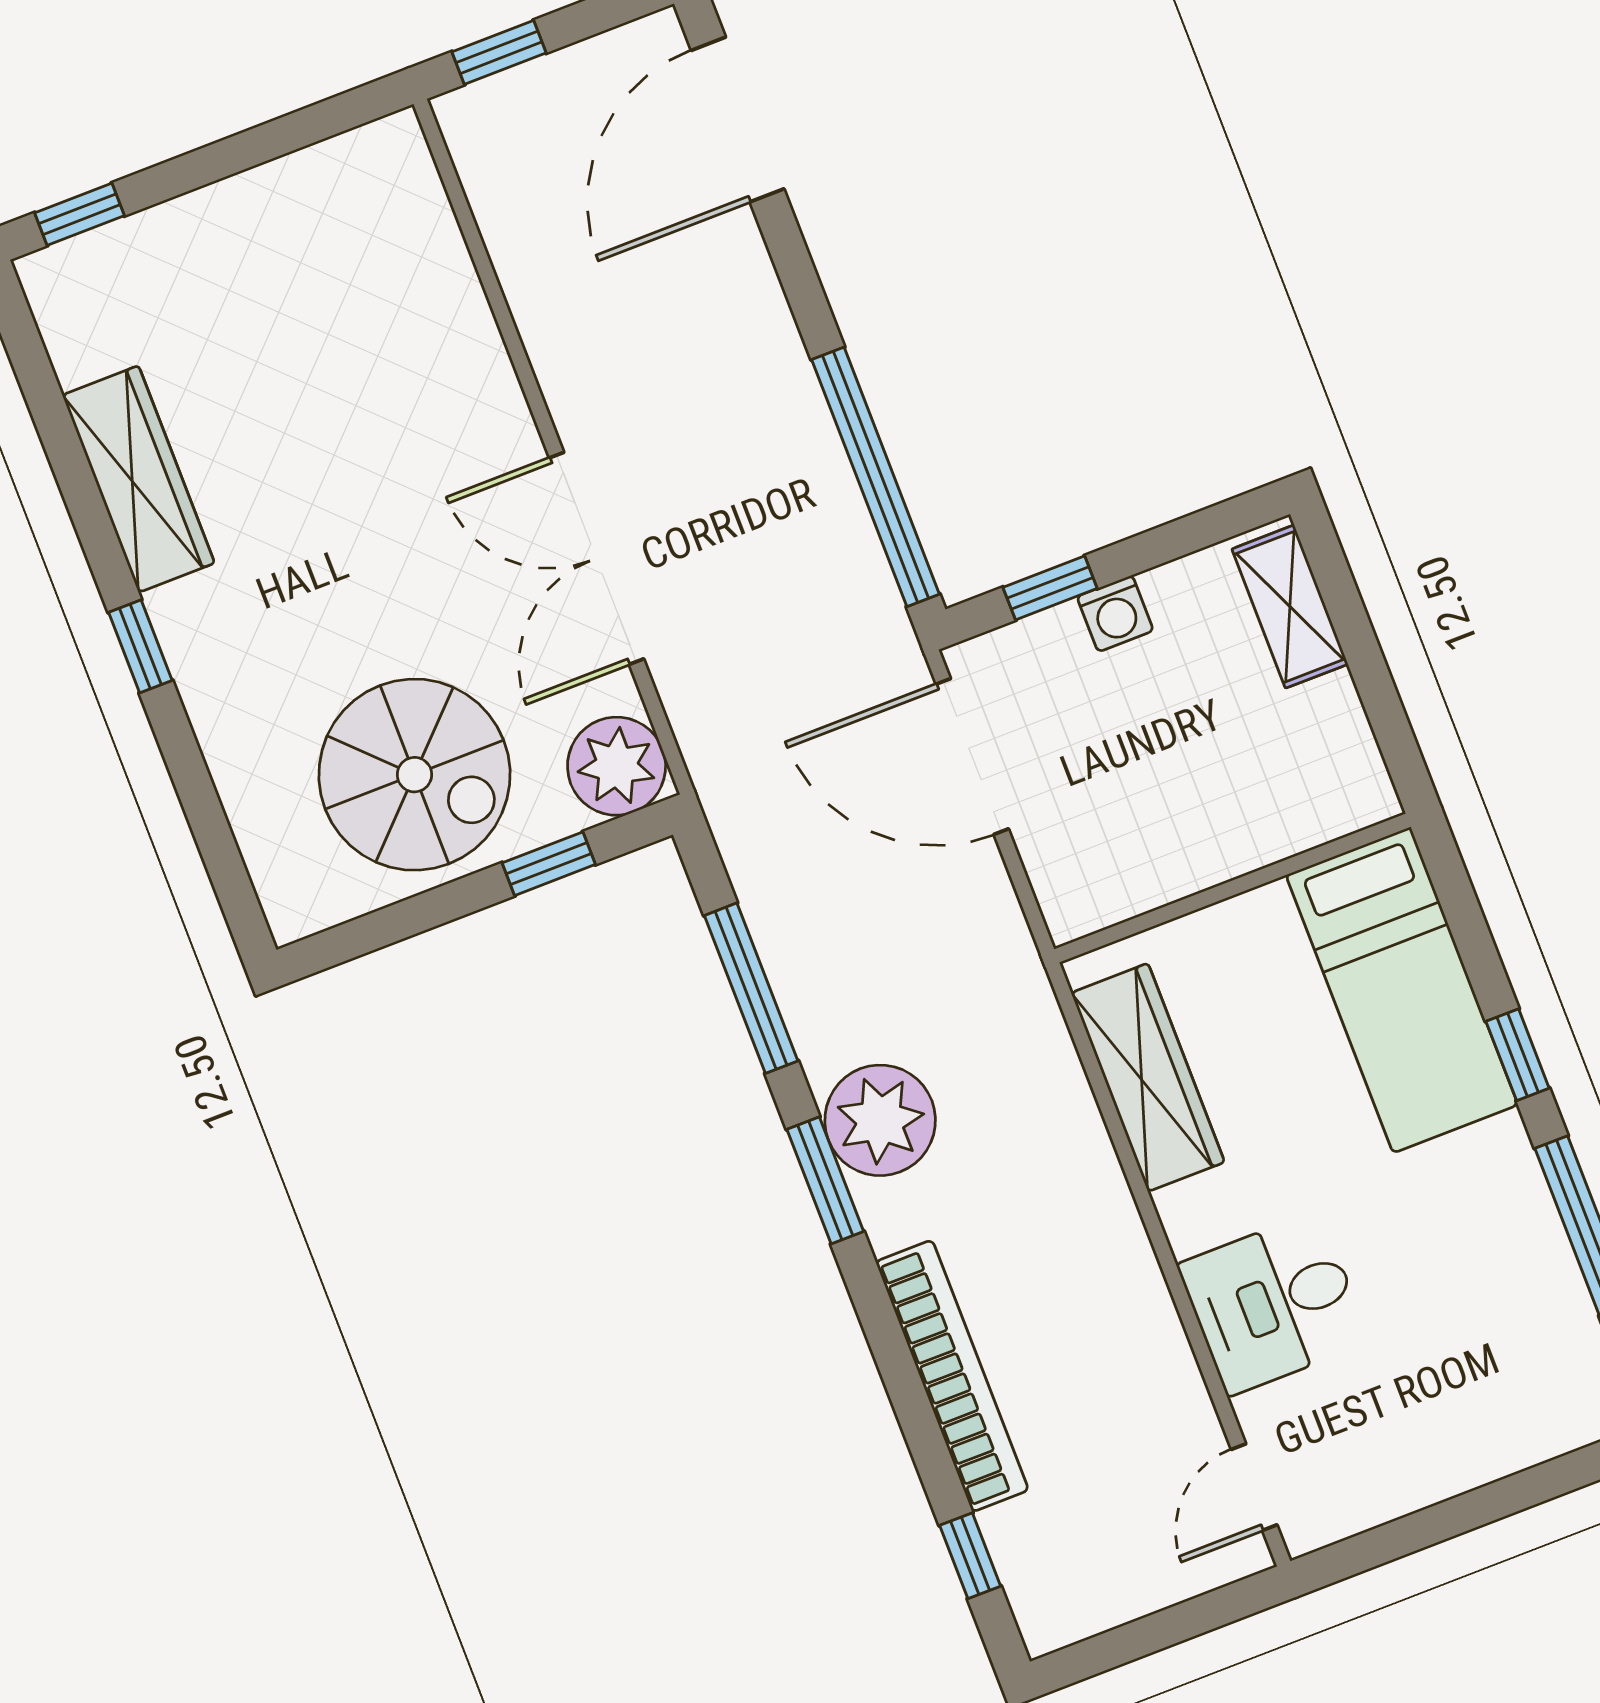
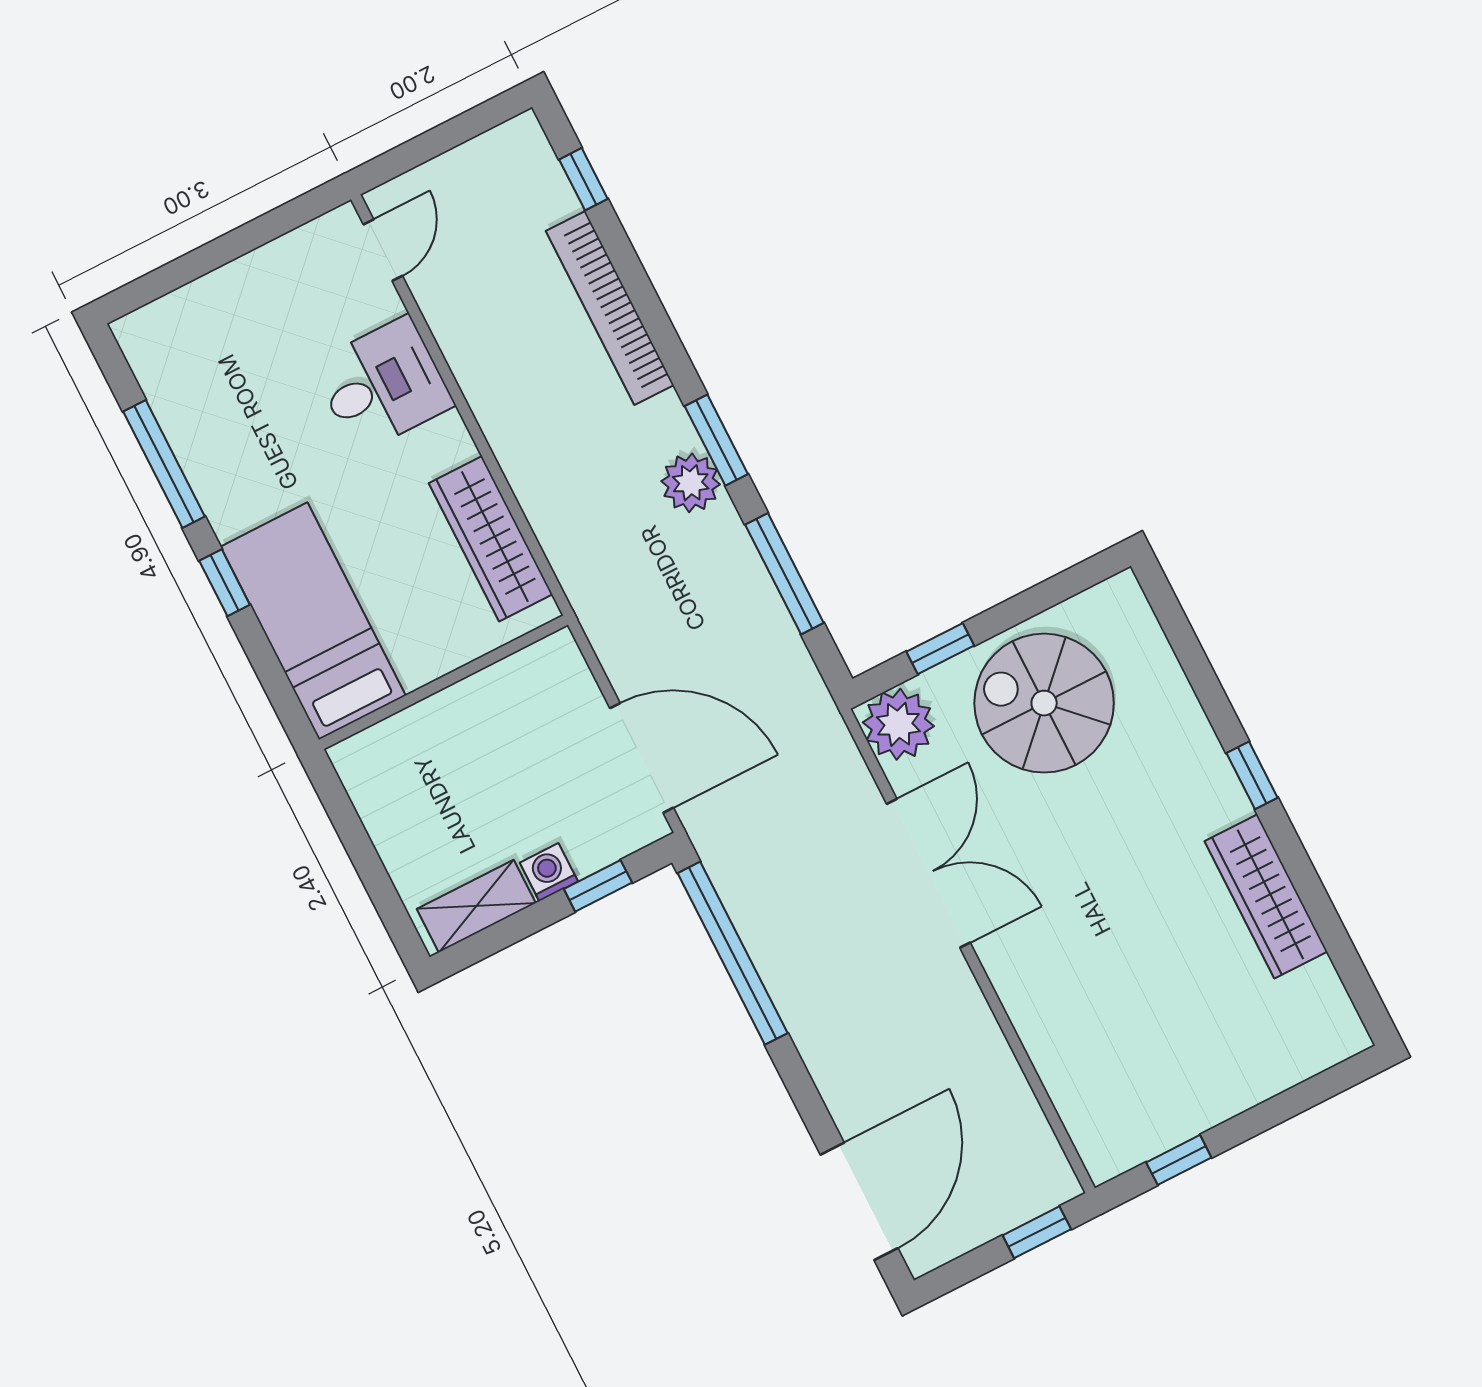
window: (80, 214) -> (1179, 1160), moved
shelving: (1290, 607) -> (476, 906), moved, turned 90
plant: (880, 1120) -> (691, 483), width x0.73, depth x0.73

